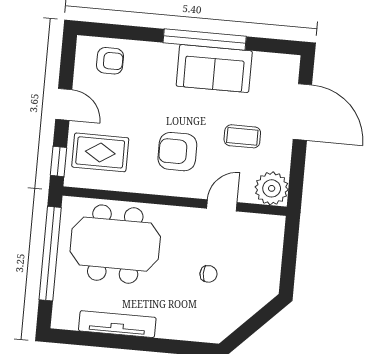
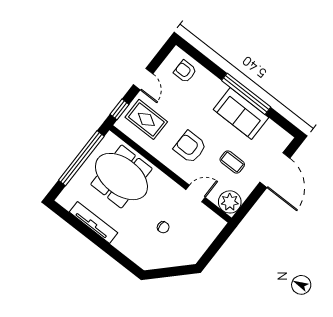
armchair: (110, 61) -> (185, 71), turned 180

